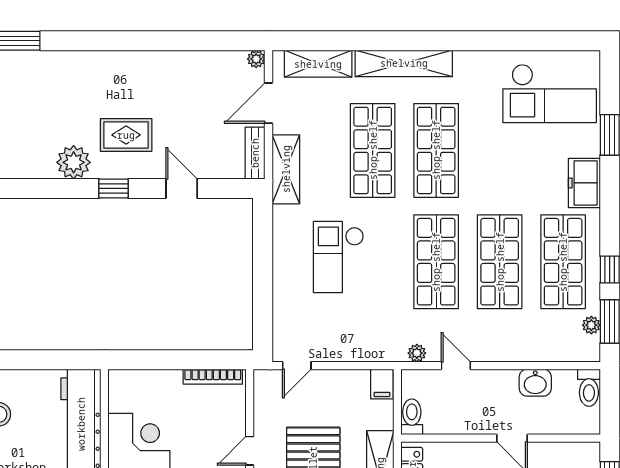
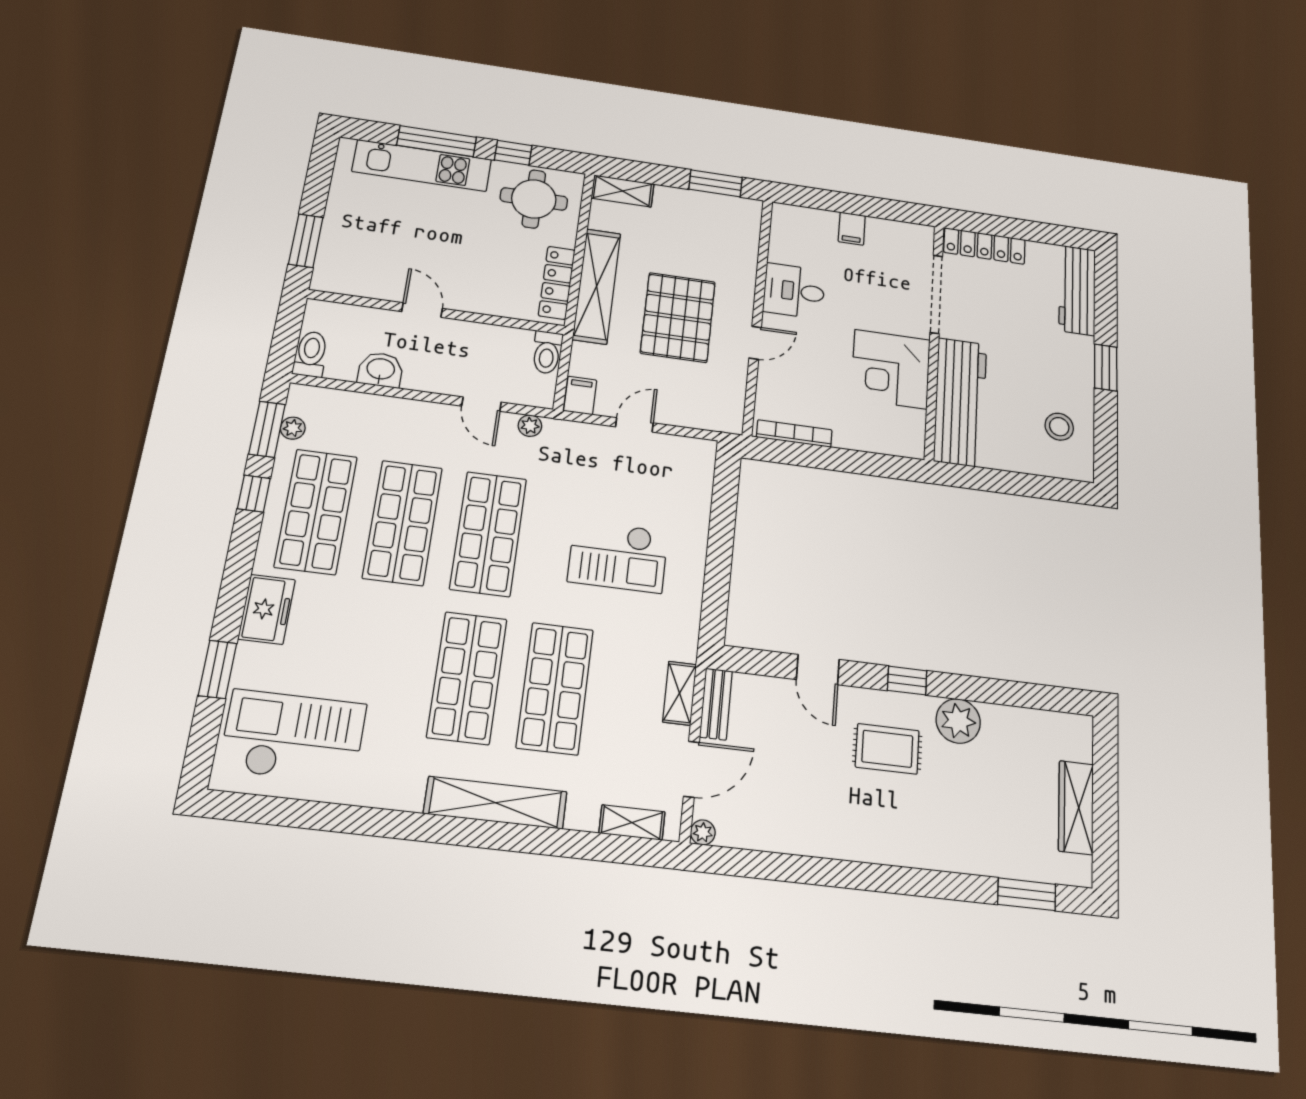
shelving: (318, 64) -> (632, 823), width x0.67, depth x0.75
shelving: (286, 169) -> (680, 693), width x0.67, depth x0.75
checkout: (338, 257) -> (618, 556), turned 90
door: (297, 366) -> (634, 425), moved

